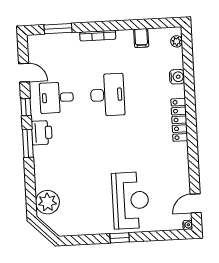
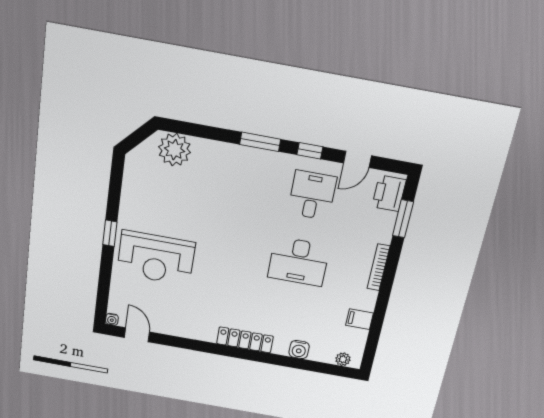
printer: (42, 133) -> (389, 193), moved, turned 90

